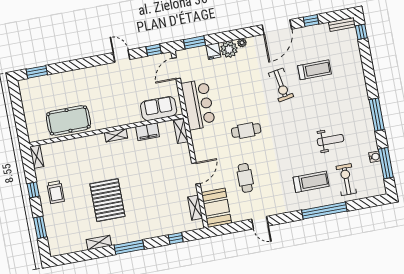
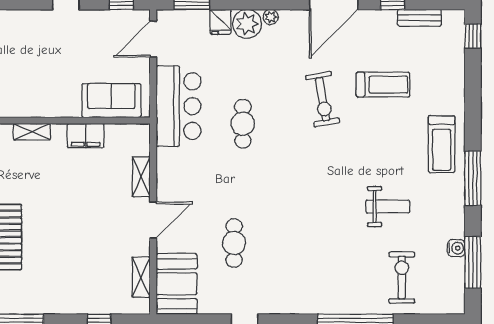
bench: (342, 25) -> (419, 18), moved
cafe table: (246, 130) -> (243, 124), moved, turned 90
shelving: (181, 131) -> (141, 177), moved
treadmill: (311, 182) -> (442, 144), moved, turned 90

